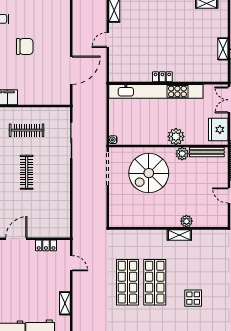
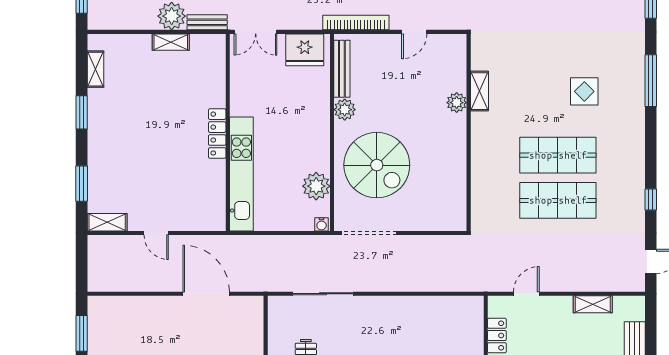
locker: (162, 77) -> (217, 134), width x1.53
kitchen unit: (156, 91) -> (241, 174), width x0.73
plant: (176, 137) -> (316, 186), moved
shelving: (179, 235) -> (479, 91), moved

